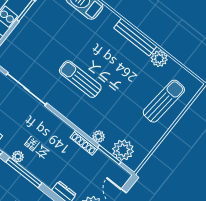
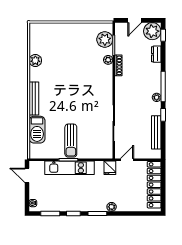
bench: (135, 37) -> (34, 99), moved
sun lounger: (80, 79) -> (71, 141), moved
sun lounger: (164, 101) -> (58, 38), removed

